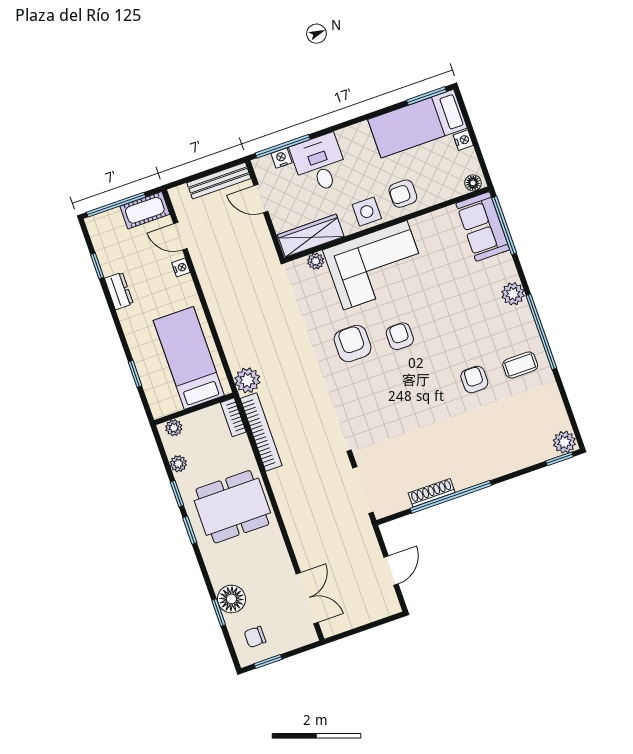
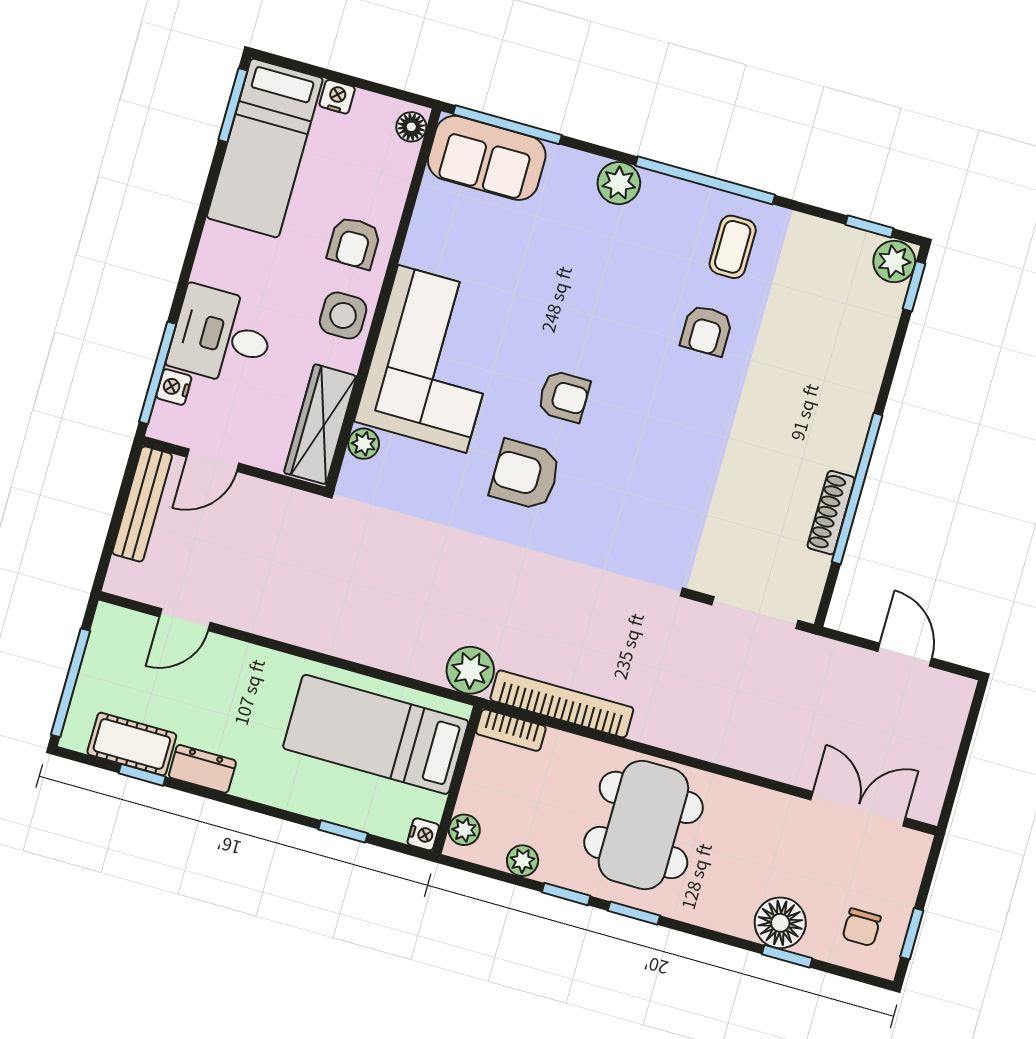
cot: (145, 210) -> (132, 744), moved, turned 90
nightstand: (181, 268) -> (423, 834), moved, turned 90
armchair: (400, 336) -> (564, 396), turned 180
armchair: (474, 379) -> (706, 330), turned -90
window: (572, 420) -> (869, 226), added

